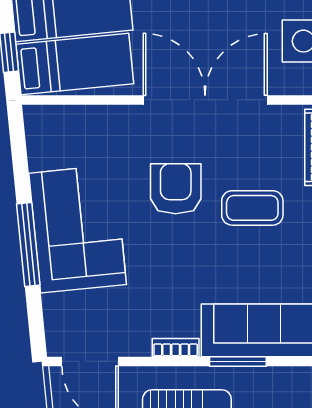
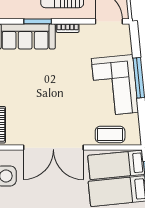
armchair: (176, 189) -> (68, 105), removed
coffee table: (252, 208) -> (110, 135), moved

